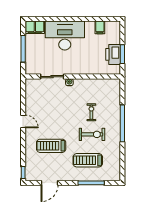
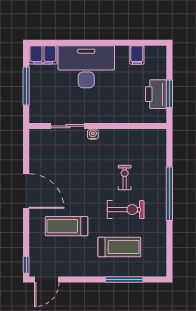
door: (23, 121) -> (26, 191), width x1.88
treadmill: (88, 160) -> (119, 247), turned 180
door: (50, 183) -> (47, 279), moved

